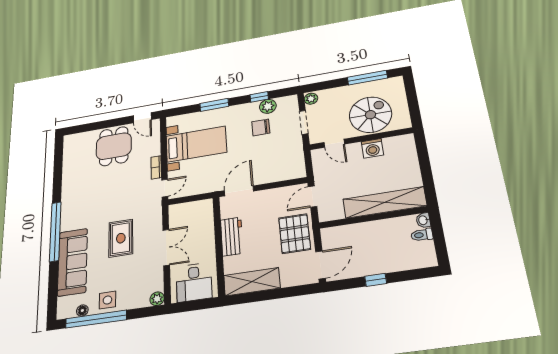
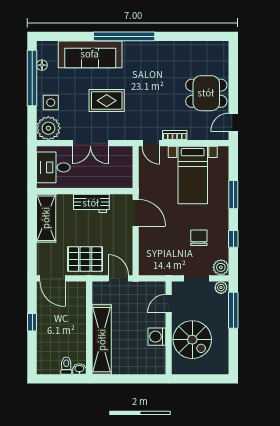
window: (367, 78) -> (233, 310), moved
plant: (268, 106) -> (221, 267), moved
plant: (157, 299) -> (48, 128), width x1.88, depth x1.88
side table: (107, 300) -> (51, 103), moved

